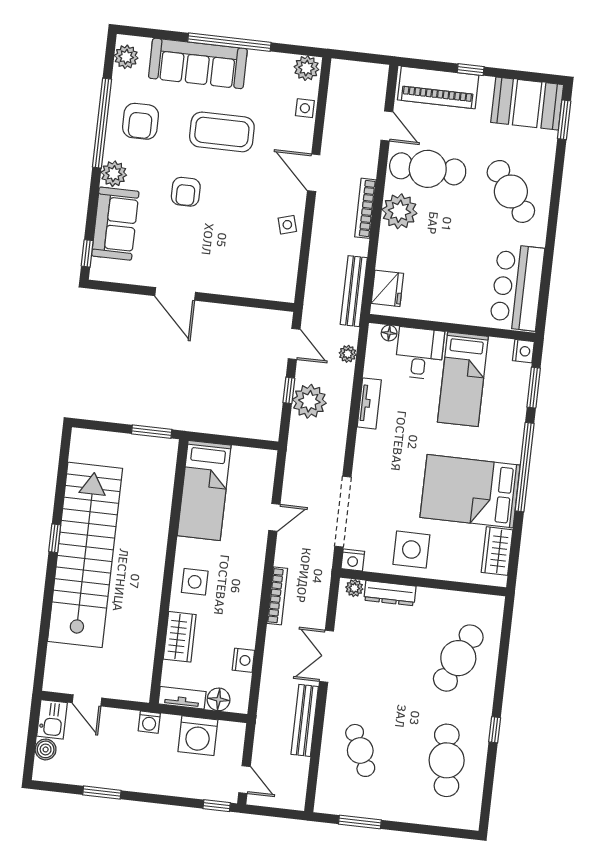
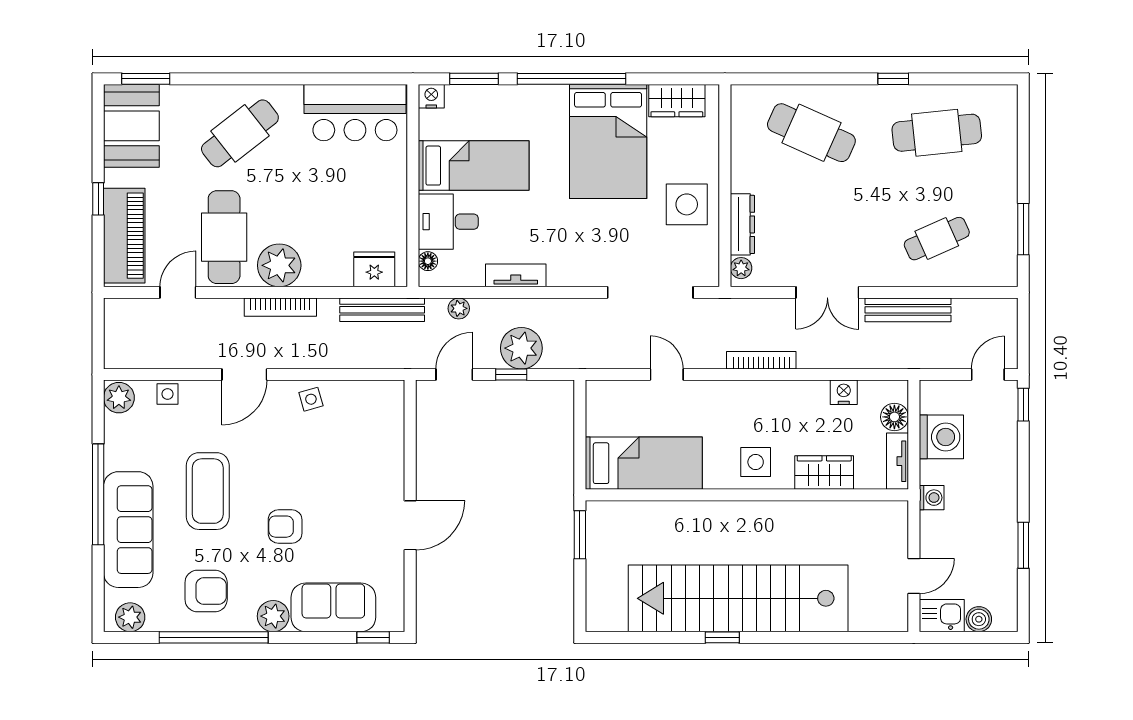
armchair: (186, 192) -> (285, 527), turned 180
nightstand: (353, 560) -> (707, 274), removed

